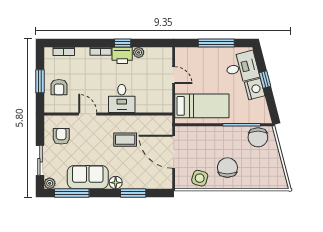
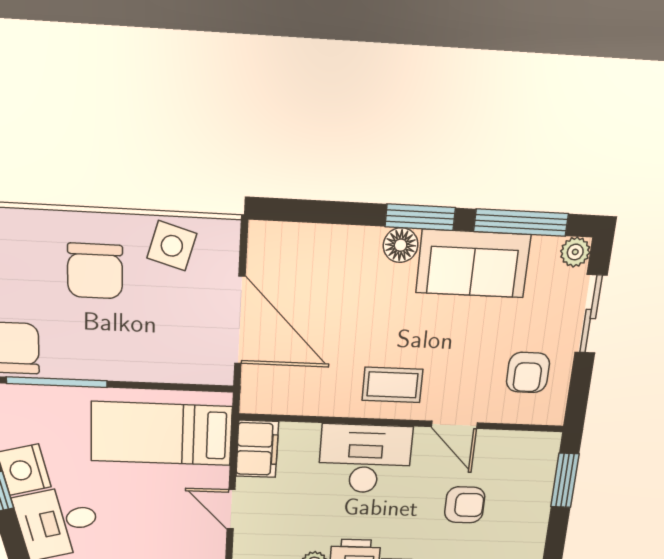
window: (40, 81) -> (565, 480), moved
armchair: (59, 87) -> (465, 505), moved, turned 90
desk: (122, 98) -> (365, 459), width x1.37
filing cabinet: (165, 101) -> (257, 449), added
coffee table: (125, 140) -> (392, 385), moved
window: (133, 193) -> (420, 217), moved

